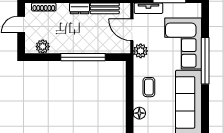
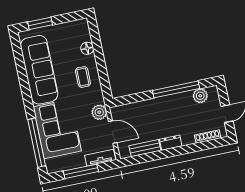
window: (83, 57) -> (176, 89), moved
window: (205, 61) -> (37, 143), moved

